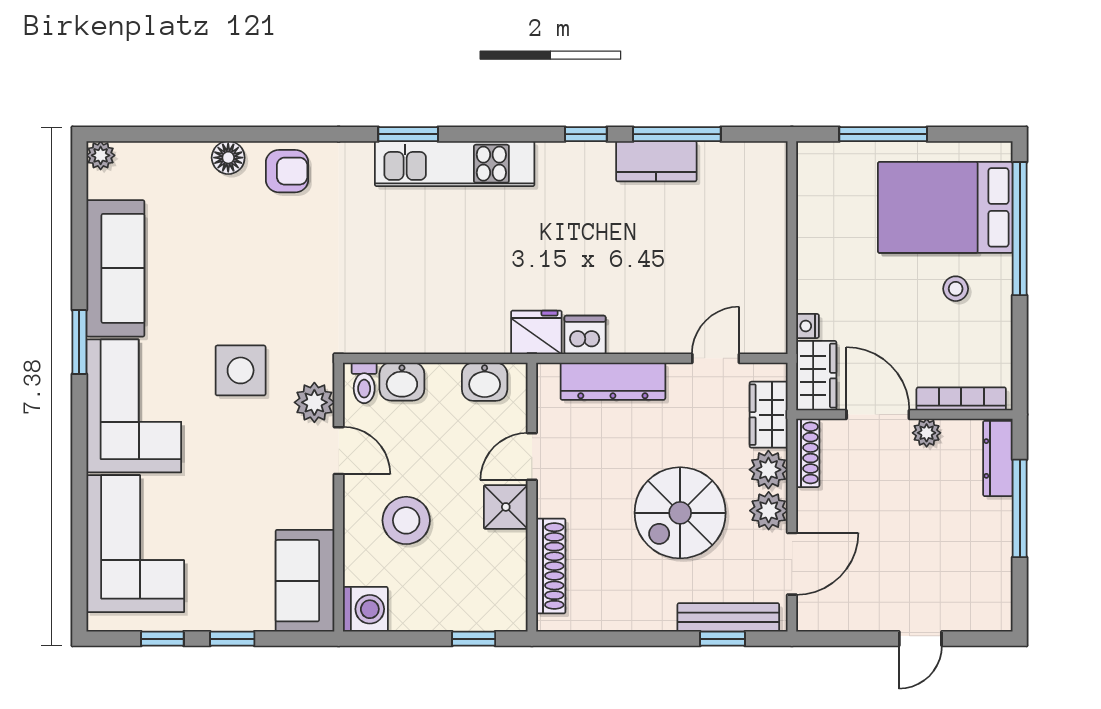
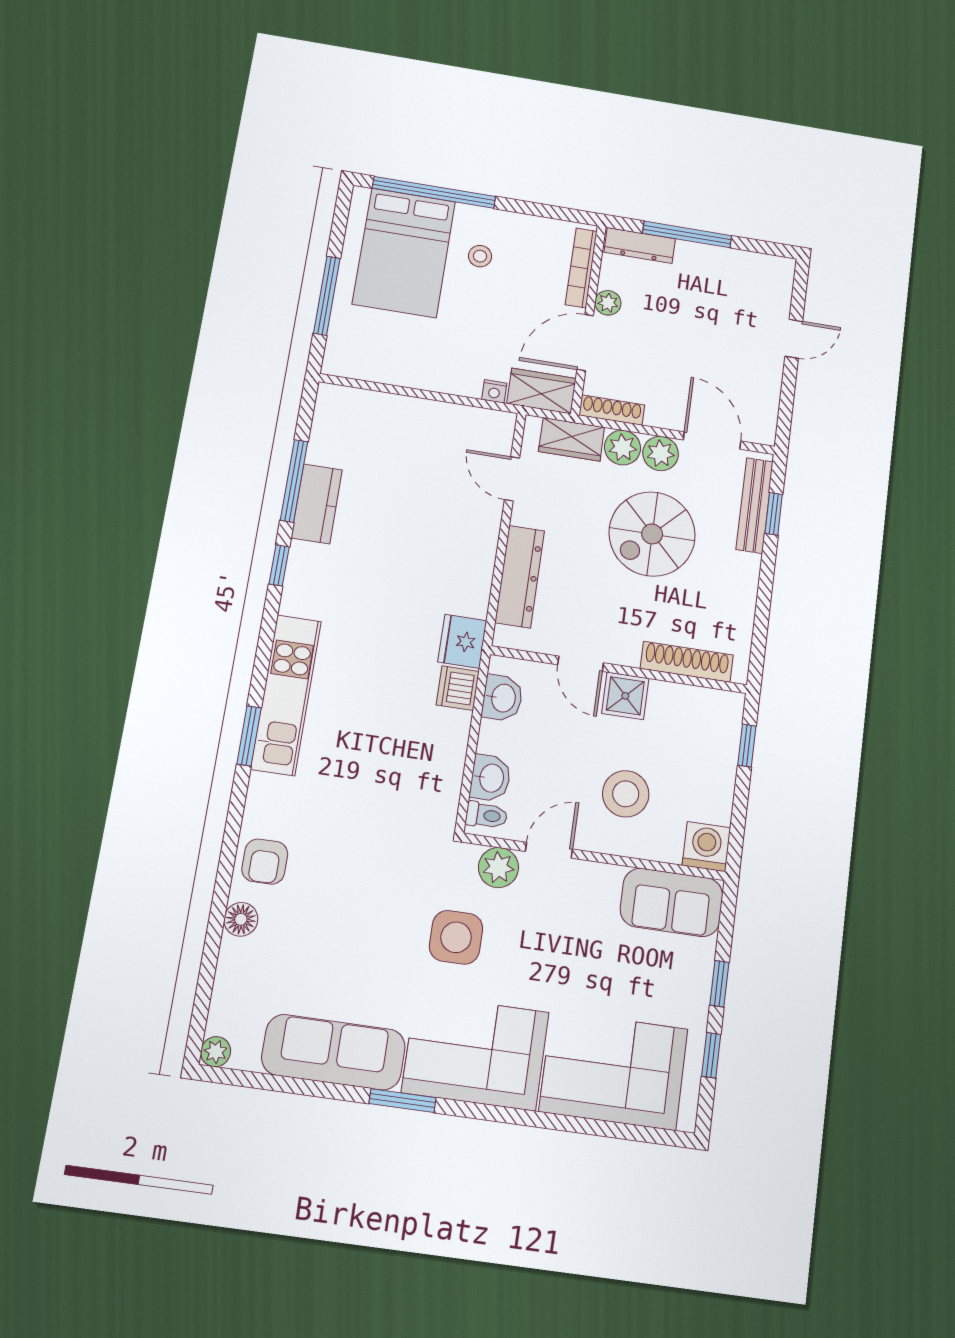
armchair: (287, 171) -> (265, 862), turned 180
dishwasher: (585, 335) -> (458, 688), moved
spiral stairs: (680, 513) -> (652, 534), turned 90
door: (920, 639) -> (794, 339), hinge flipped

